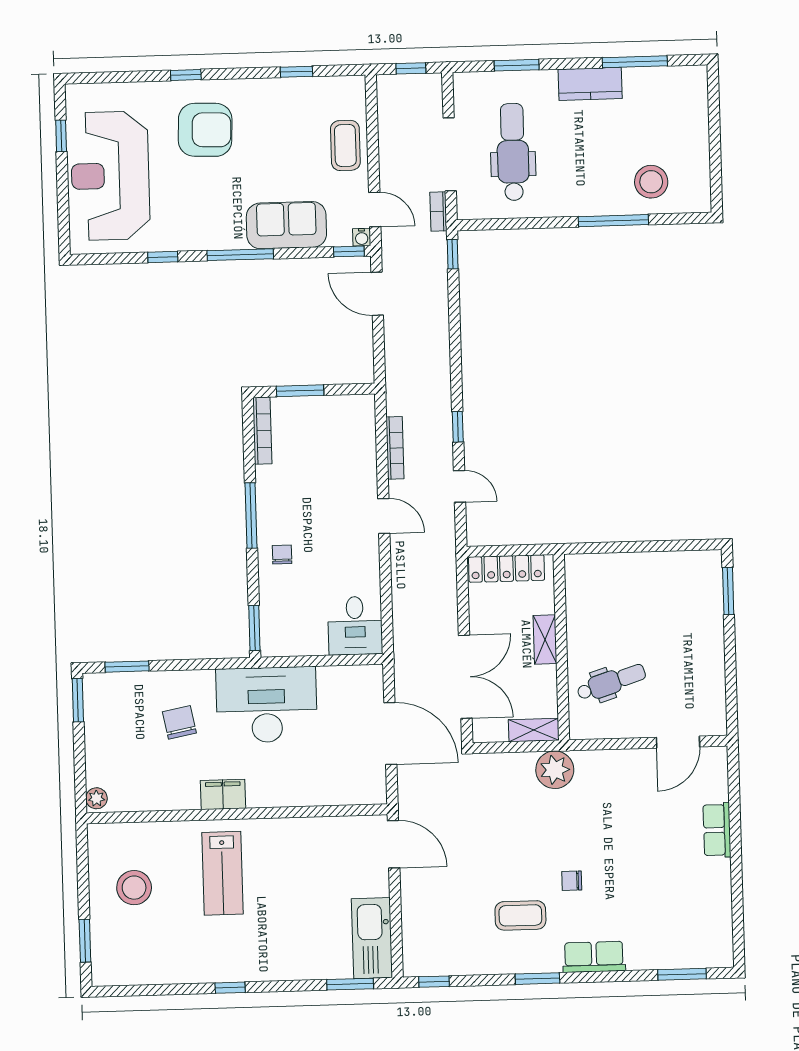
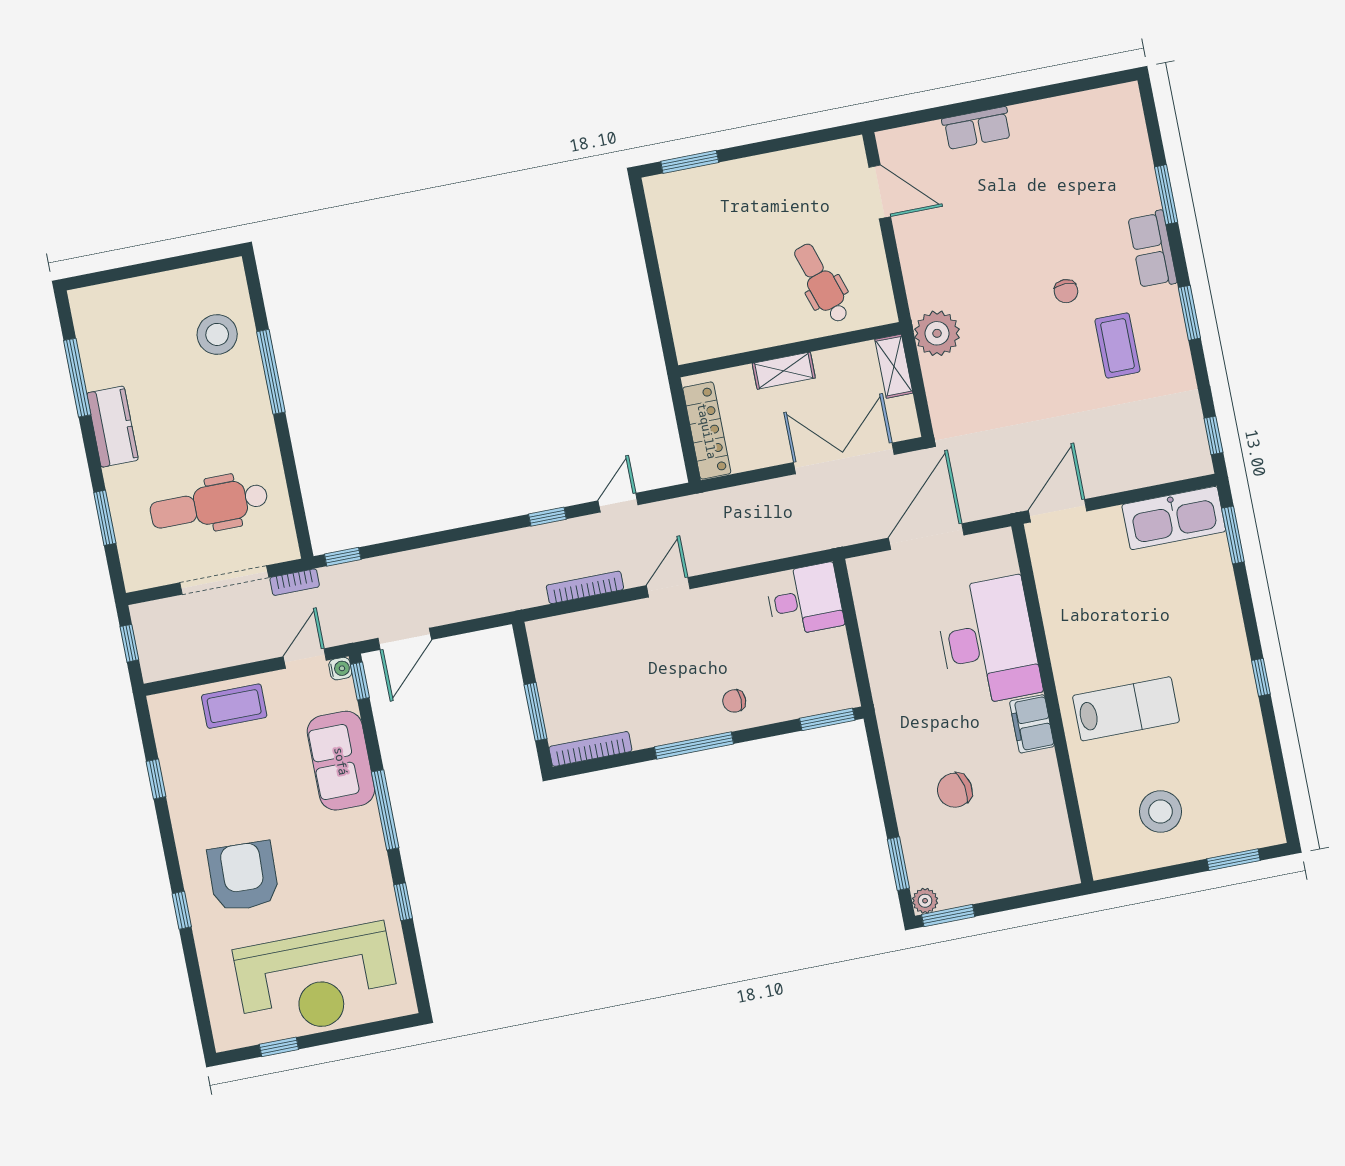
desk: (267, 705) -> (988, 641), moved, turned 180
plant: (96, 798) -> (925, 901), moved
window: (682, 974) -> (1166, 195), moved

